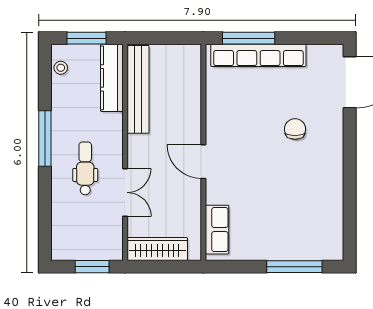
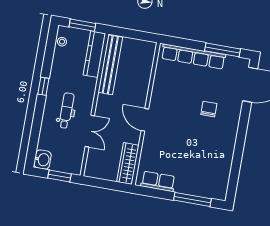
window: (249, 38) -> (223, 50), moved
window: (45, 138) -> (43, 86), width x0.46
row of seats: (217, 230) -> (158, 181), moved, turned -90
washbasin: (63, 247) -> (42, 160), added
wardrobe: (157, 249) -> (128, 164), moved, turned -90

